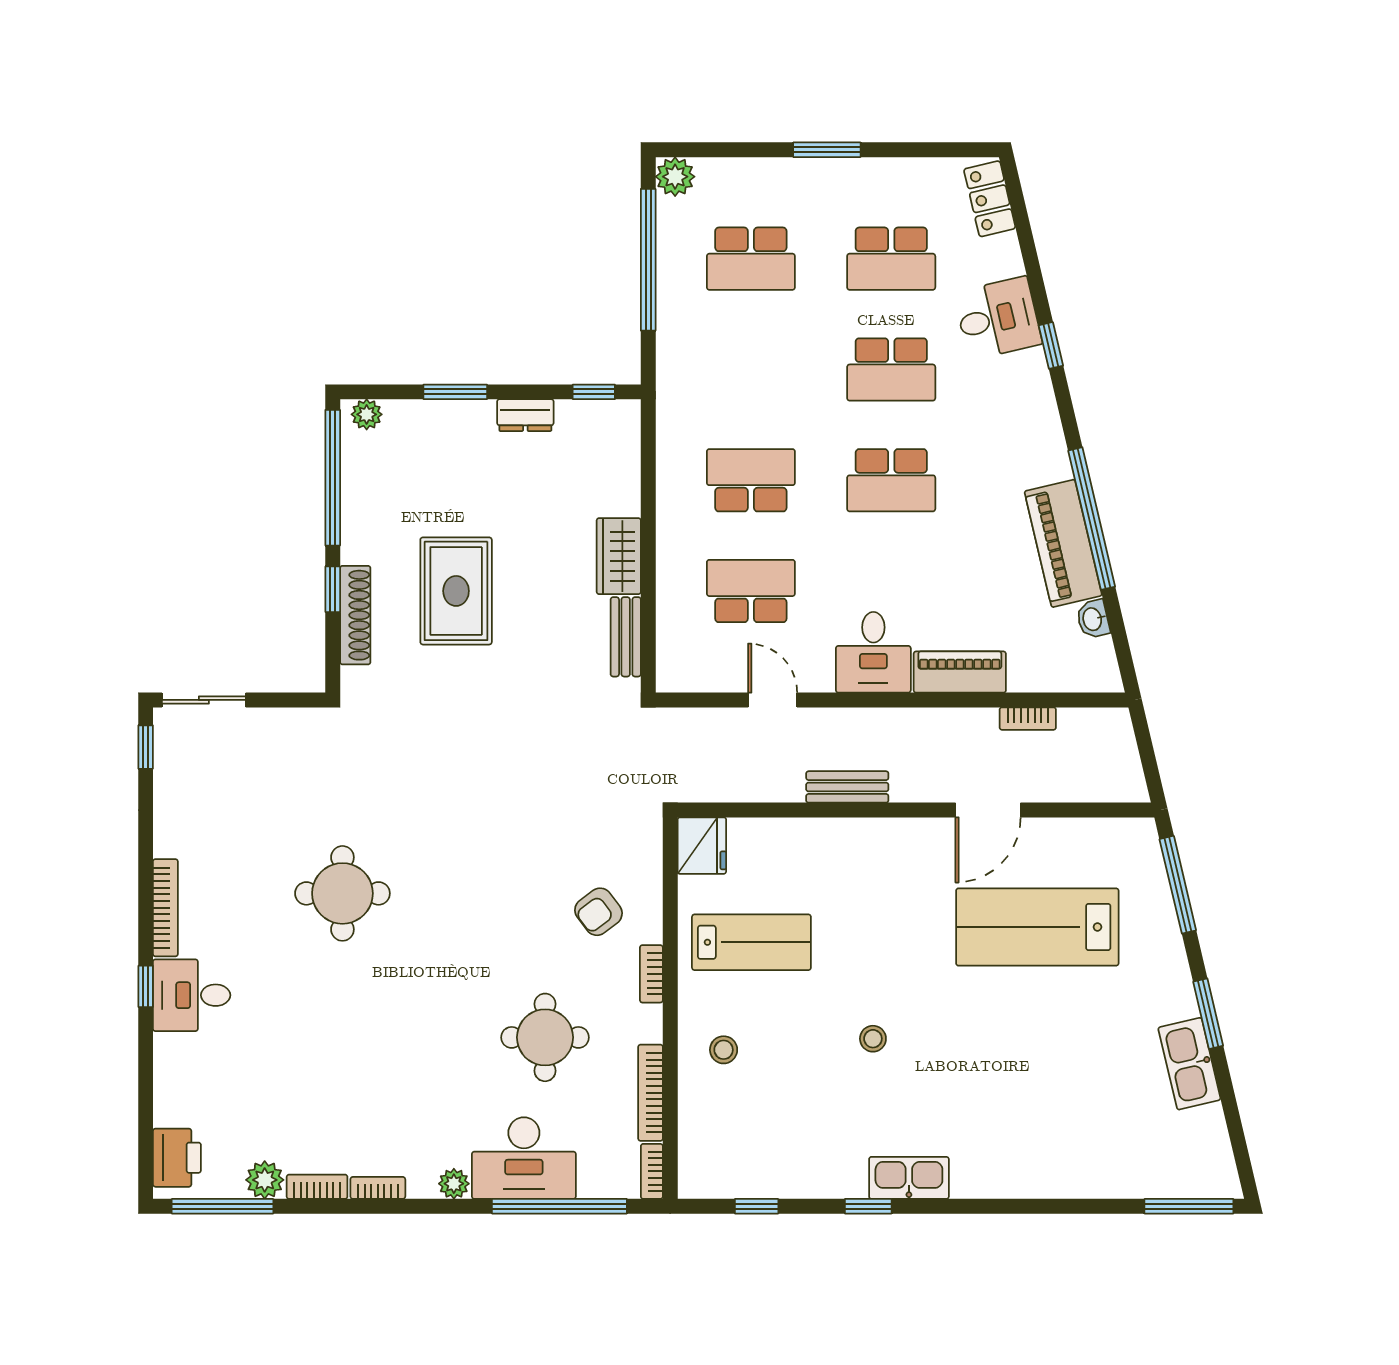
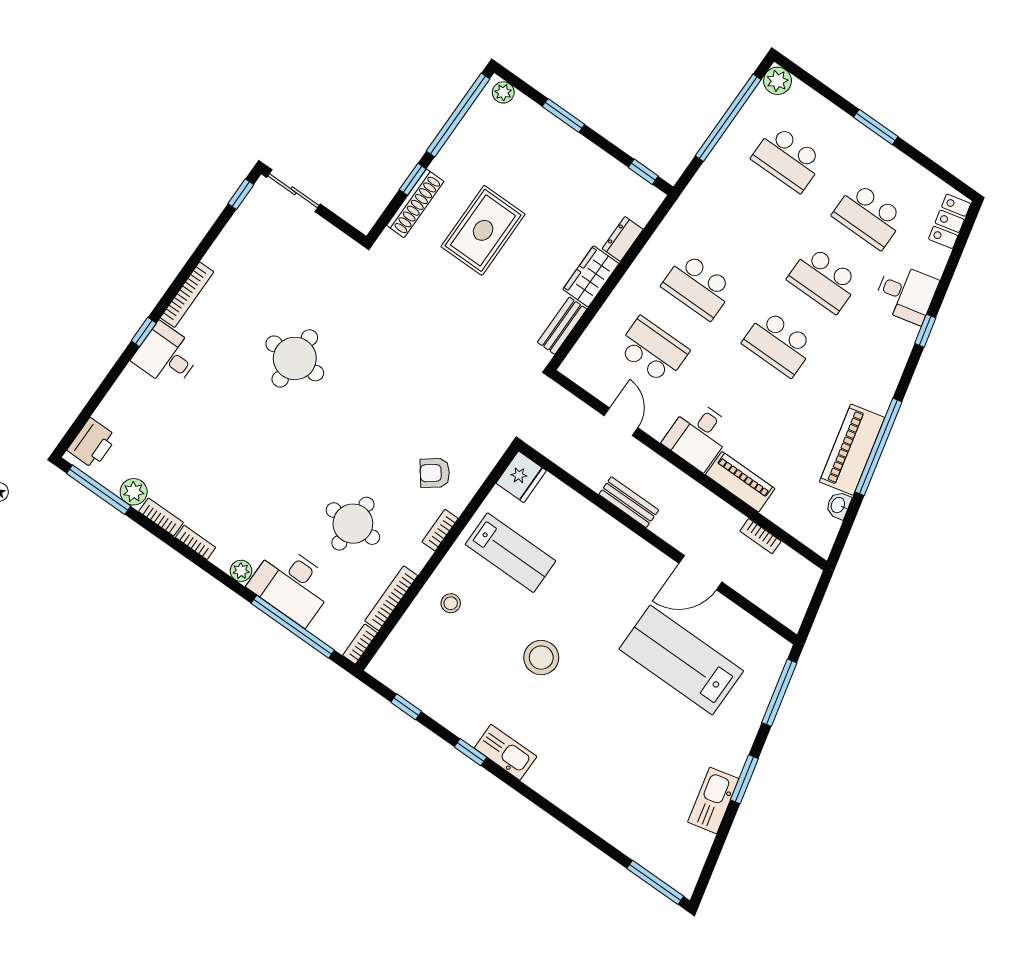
dresser: (525, 415) -> (623, 239), moved, turned 90
school desk: (751, 480) -> (698, 286), turned 180
stool: (873, 1039) -> (541, 658), width x1.89, depth x1.89

